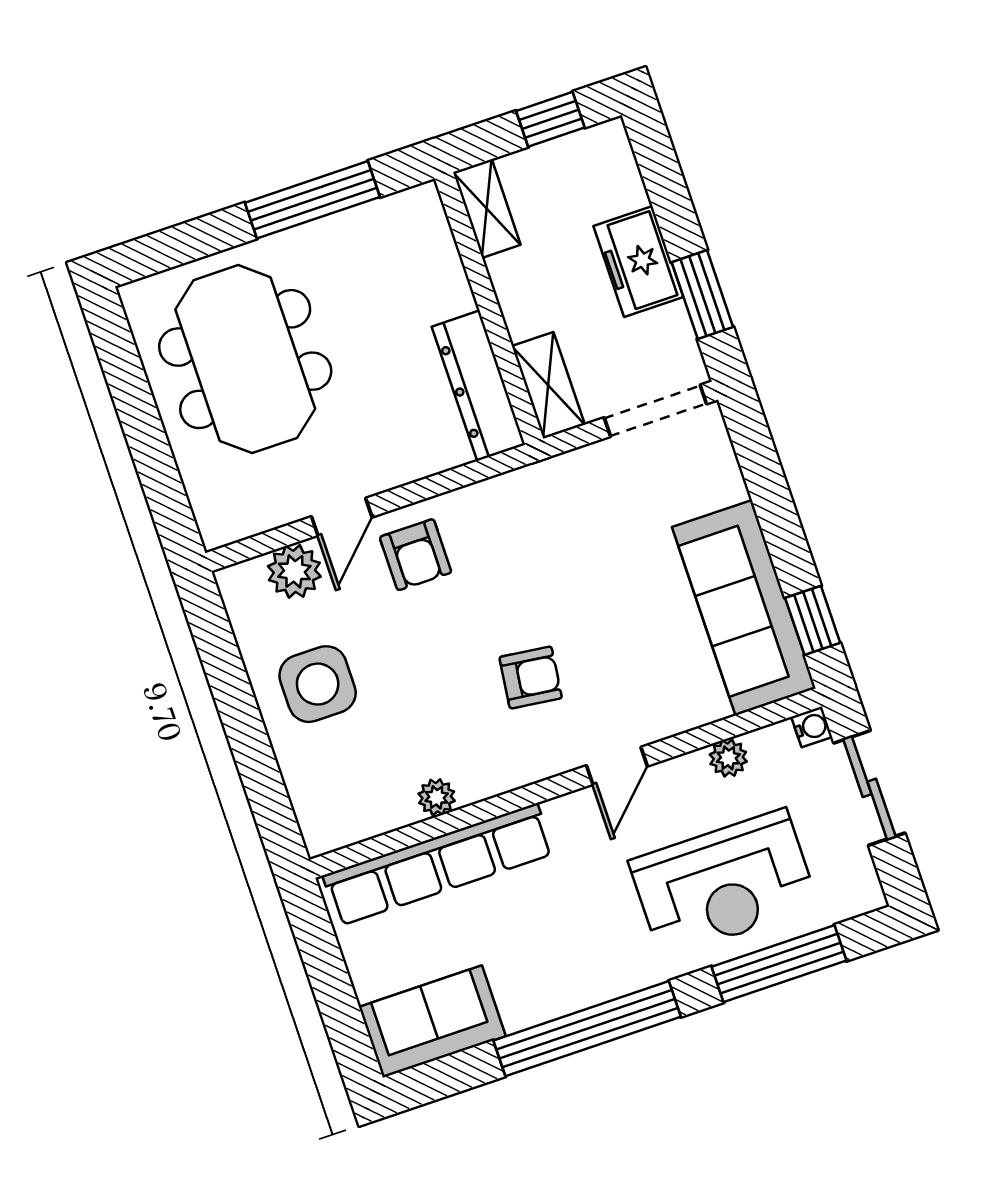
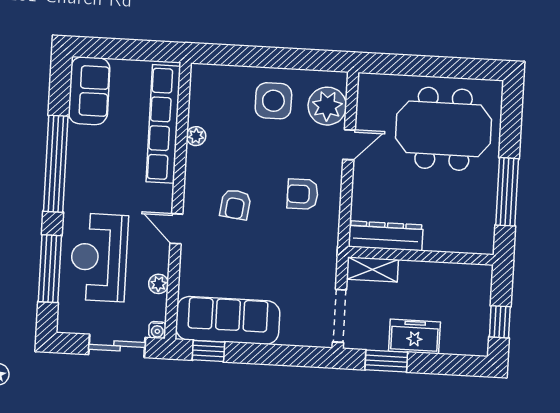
shelving: (487, 209) -> (469, 274), removed
door: (342, 517) -> (349, 145), swing flipped
armchair: (416, 555) -> (303, 194), moved
plant: (294, 571) -> (327, 106), width x1.36, depth x1.36

